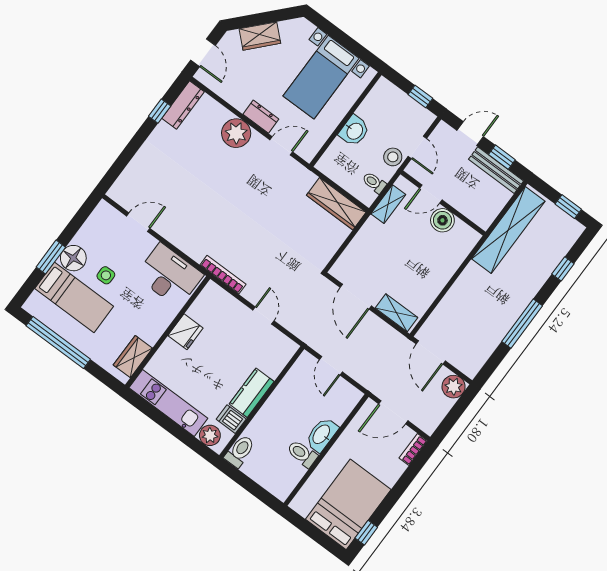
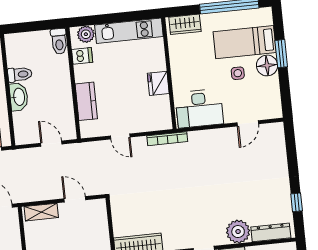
dresser: (183, 105) -> (271, 232), moved, turned 90
door: (356, 297) -> (75, 199), width x0.73
wardrobe: (133, 357) -> (185, 24), moved, turned 90
kitchen counter: (252, 393) -> (86, 101), moved

